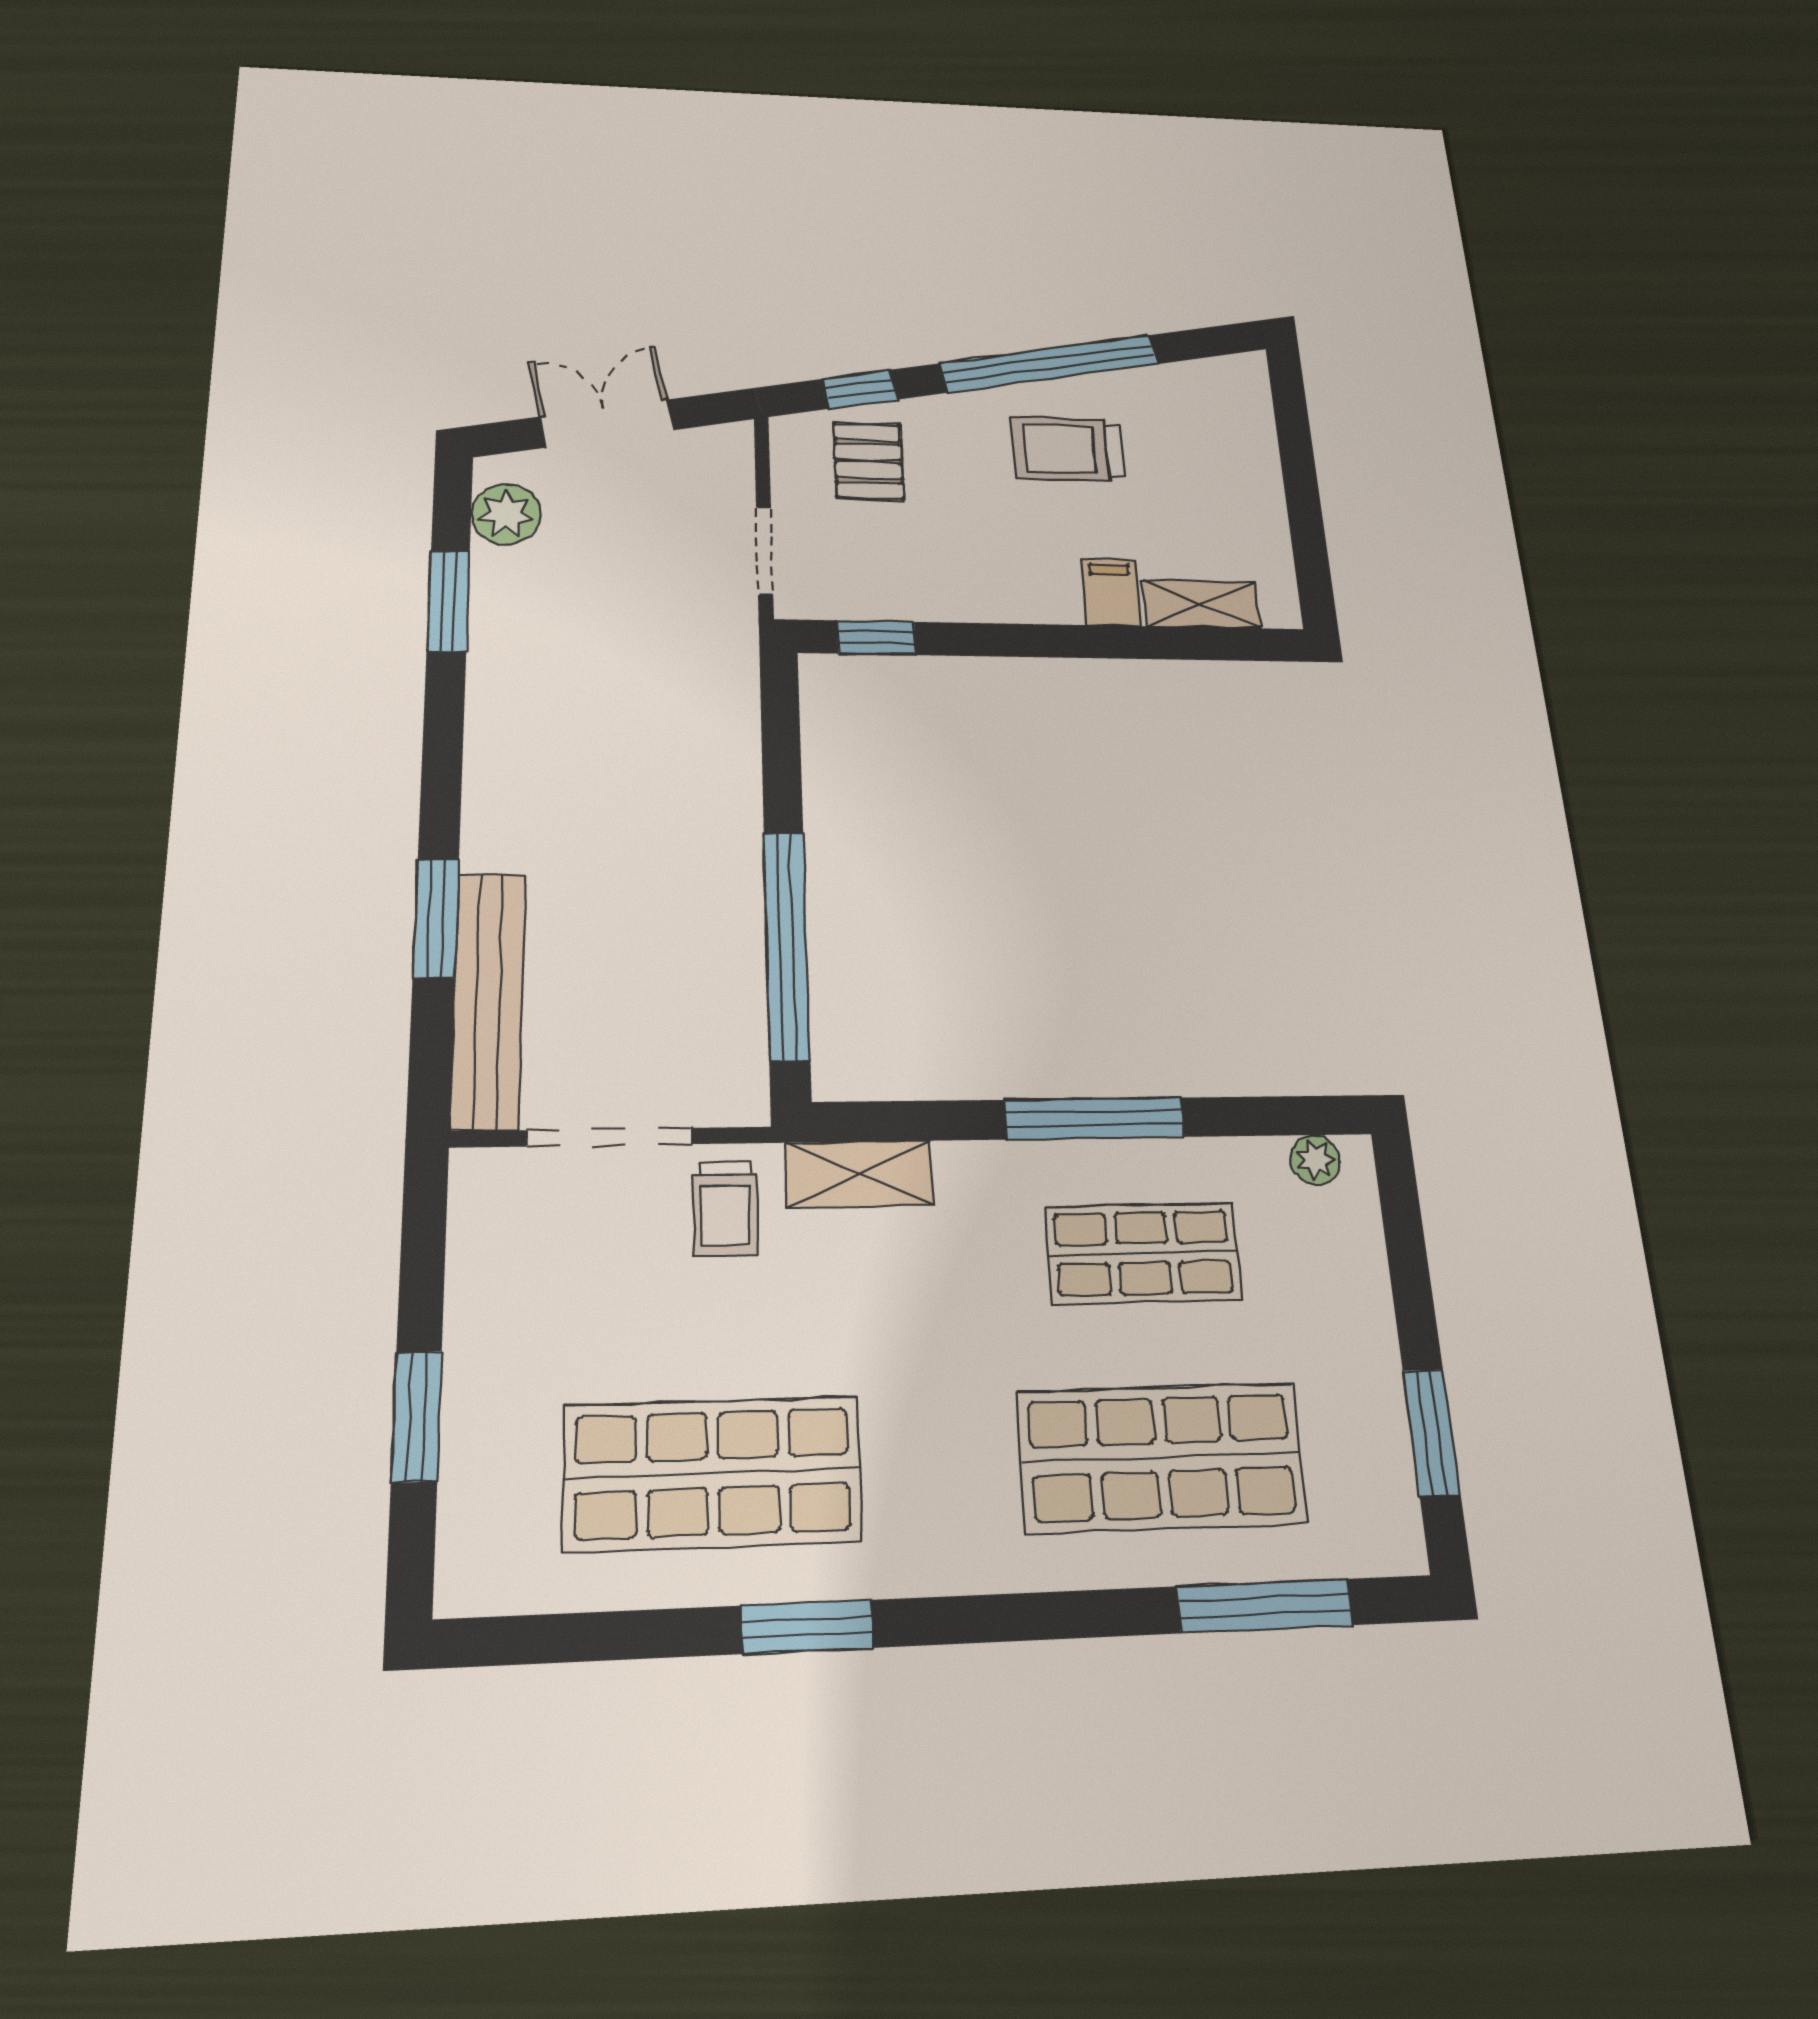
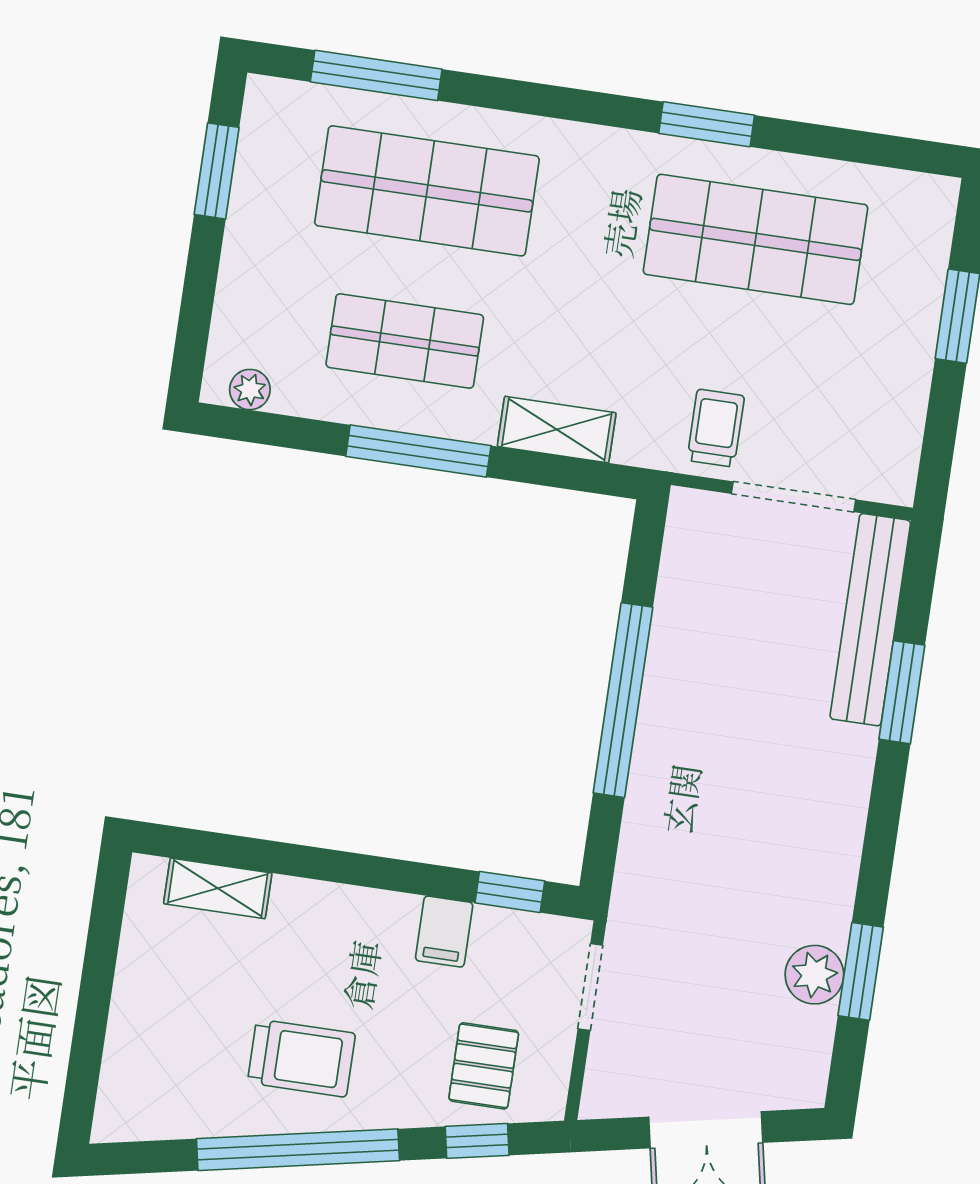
plant: (506, 514) -> (814, 975), moved
filing cabinet: (1111, 592) -> (444, 932), moved
window: (787, 945) -> (623, 700), moved
shelving: (859, 1174) -> (557, 430), moved

